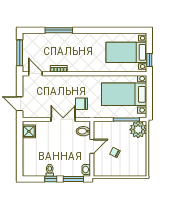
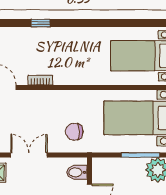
window: (59, 30) -> (41, 23), width x0.46
double door: (63, 119) -> (29, 155), moved

